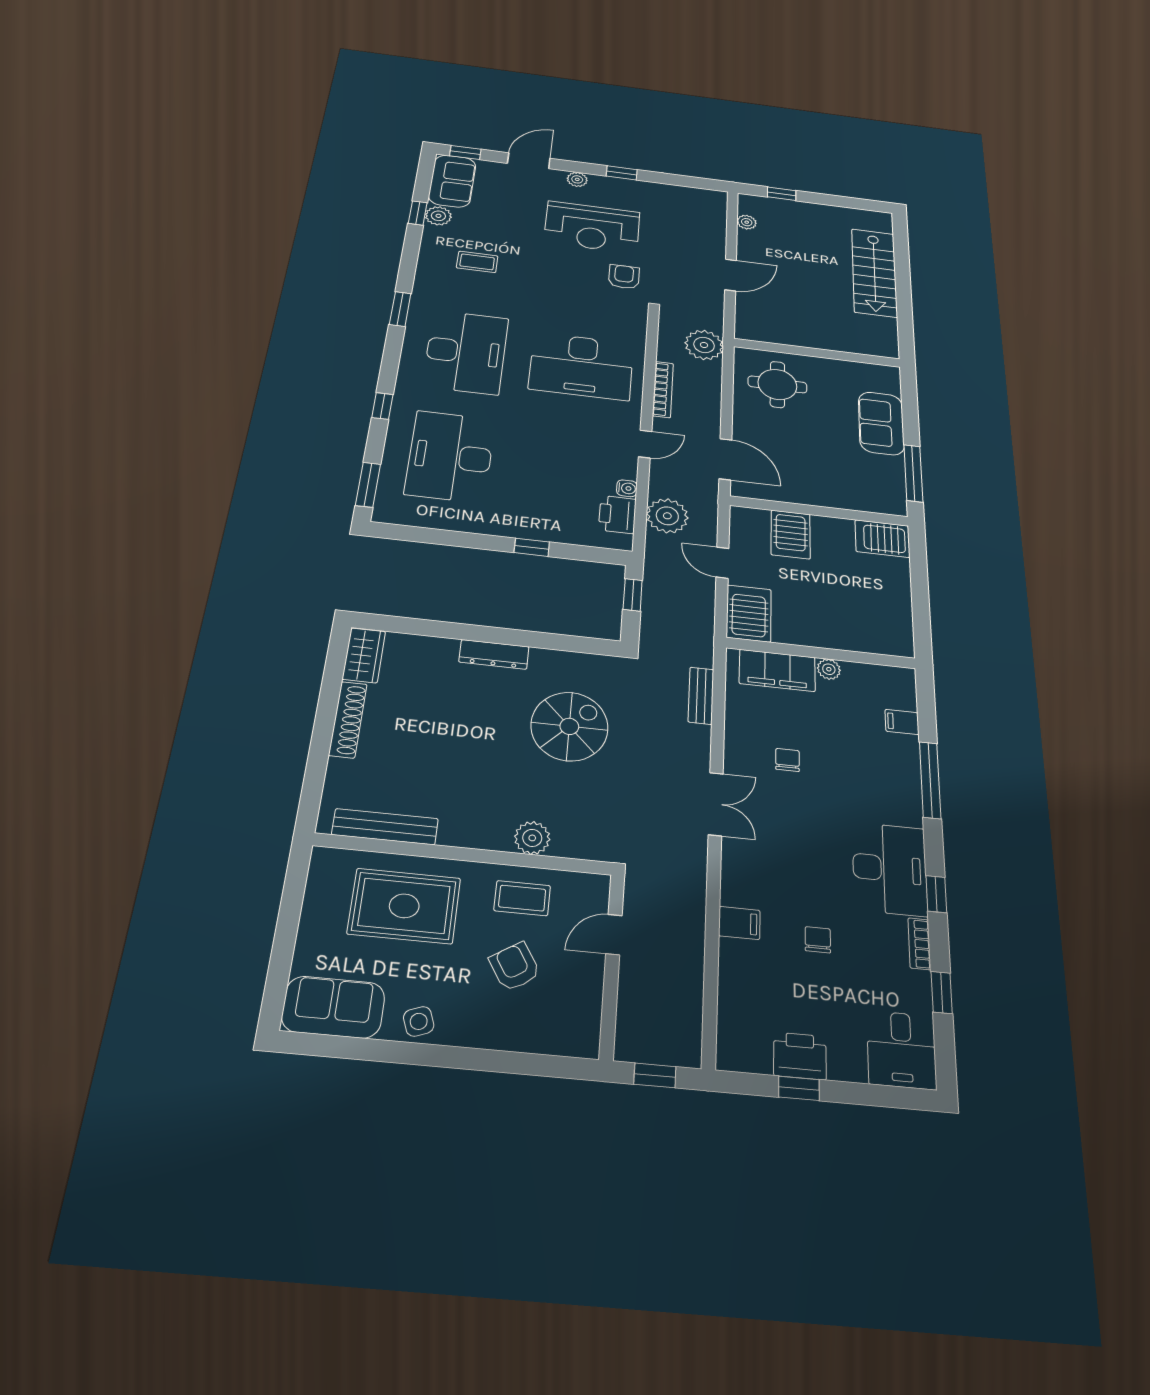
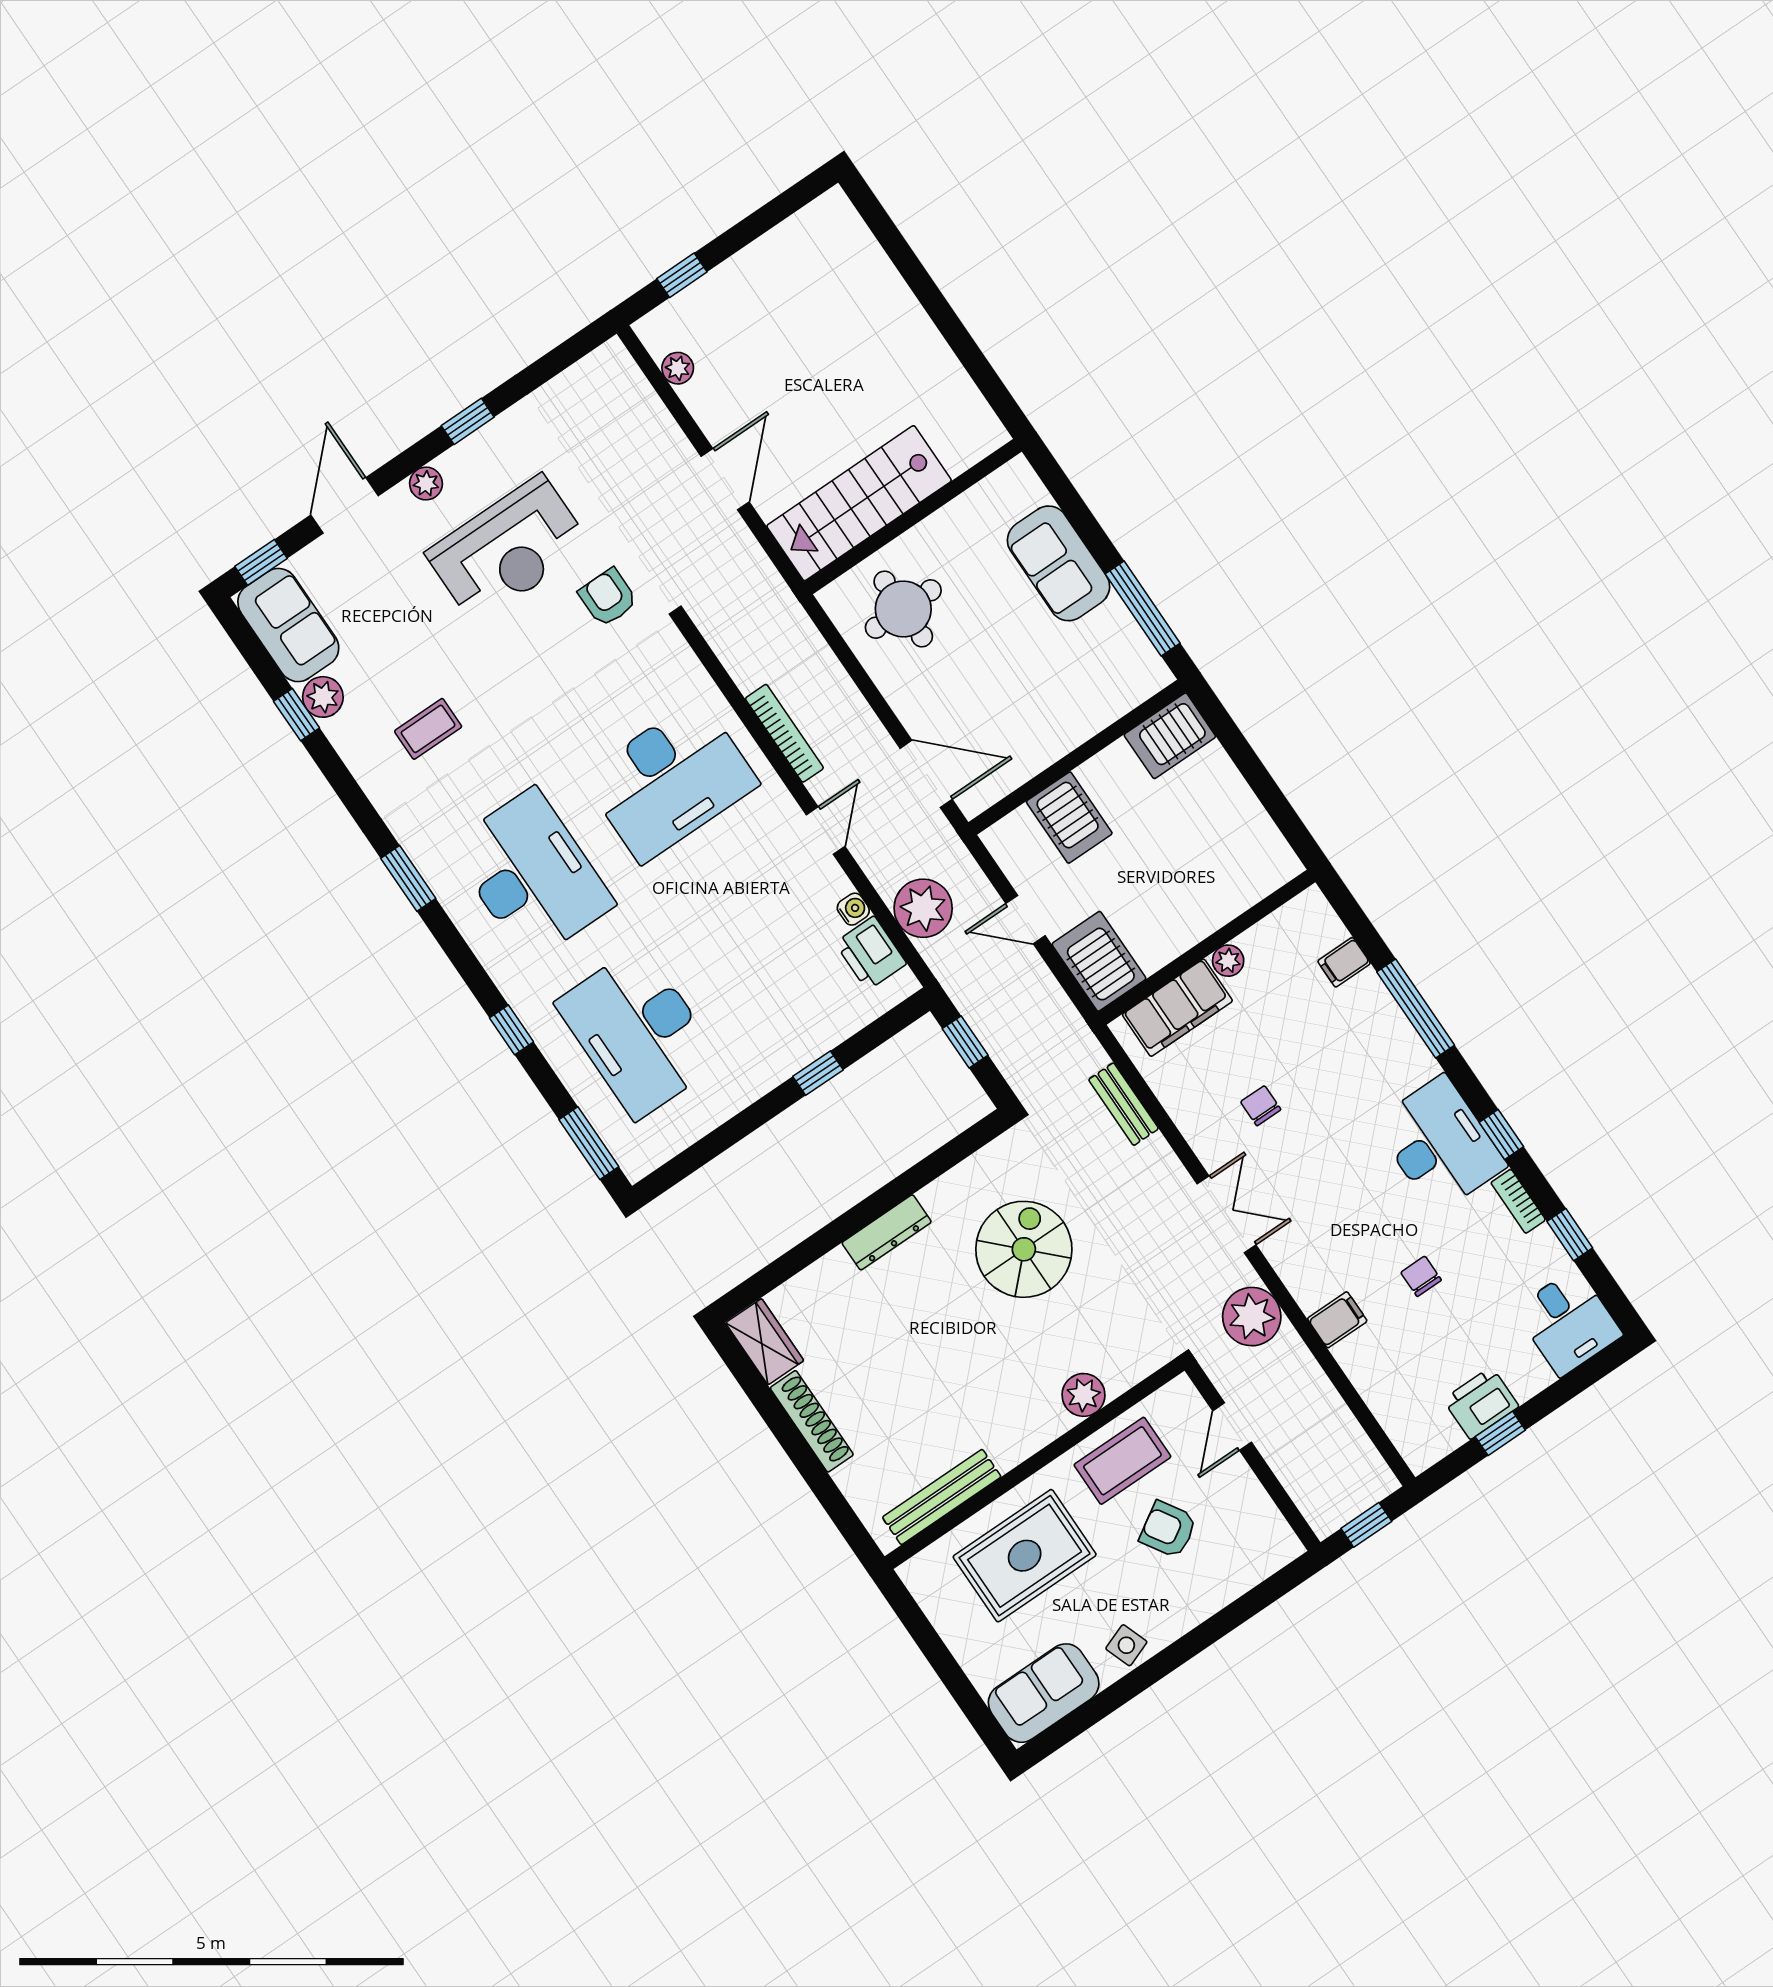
stairs: (874, 273) -> (859, 503), moved, turned 90
plant: (704, 345) -> (1252, 1317), moved
coffee table: (522, 898) -> (1122, 1461), width x1.36, depth x1.30

